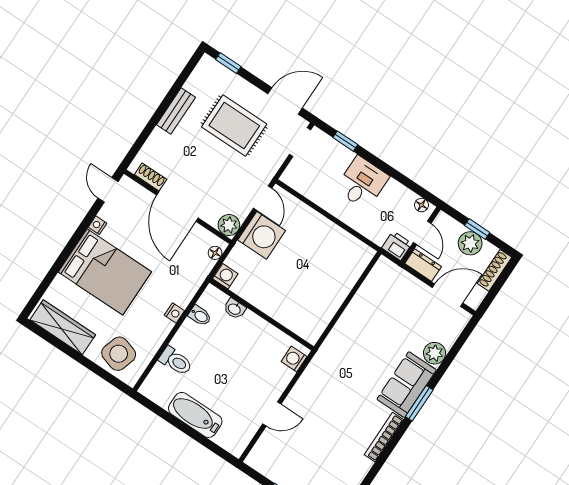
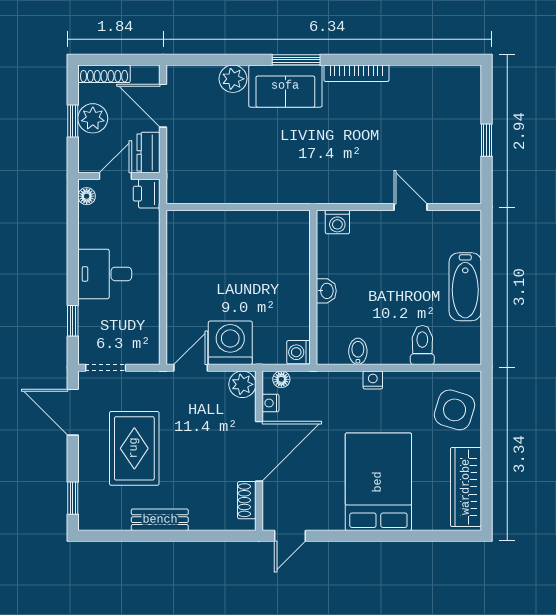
nightstand: (97, 225) -> (270, 403), moved, turned 90
washbasin: (235, 309) -> (326, 291), moved

